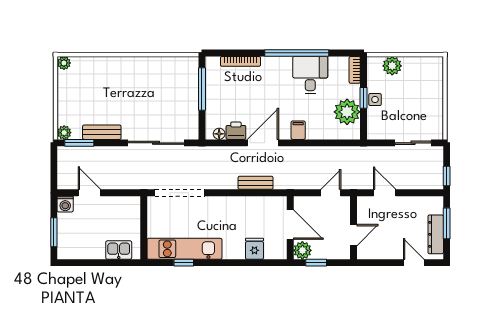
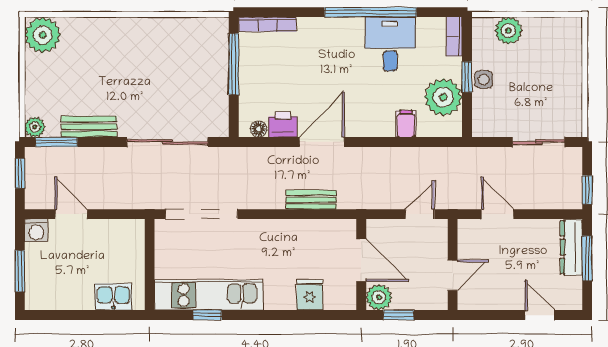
bookcase: (240, 61) -> (267, 24), moved
plant: (64, 63) -> (43, 35), width x1.88, depth x1.88
filing cabinet: (298, 130) -> (406, 124), moved
window: (54, 164) -> (20, 173), added
dresser: (436, 234) -> (571, 247), moved

